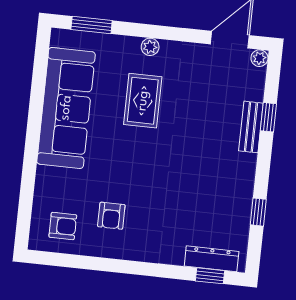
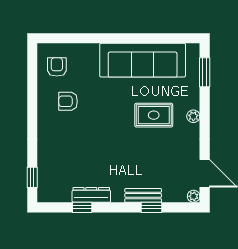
armchair: (63, 226) -> (57, 67), turned 180
dresser: (212, 259) -> (91, 195), moved, turned -90

